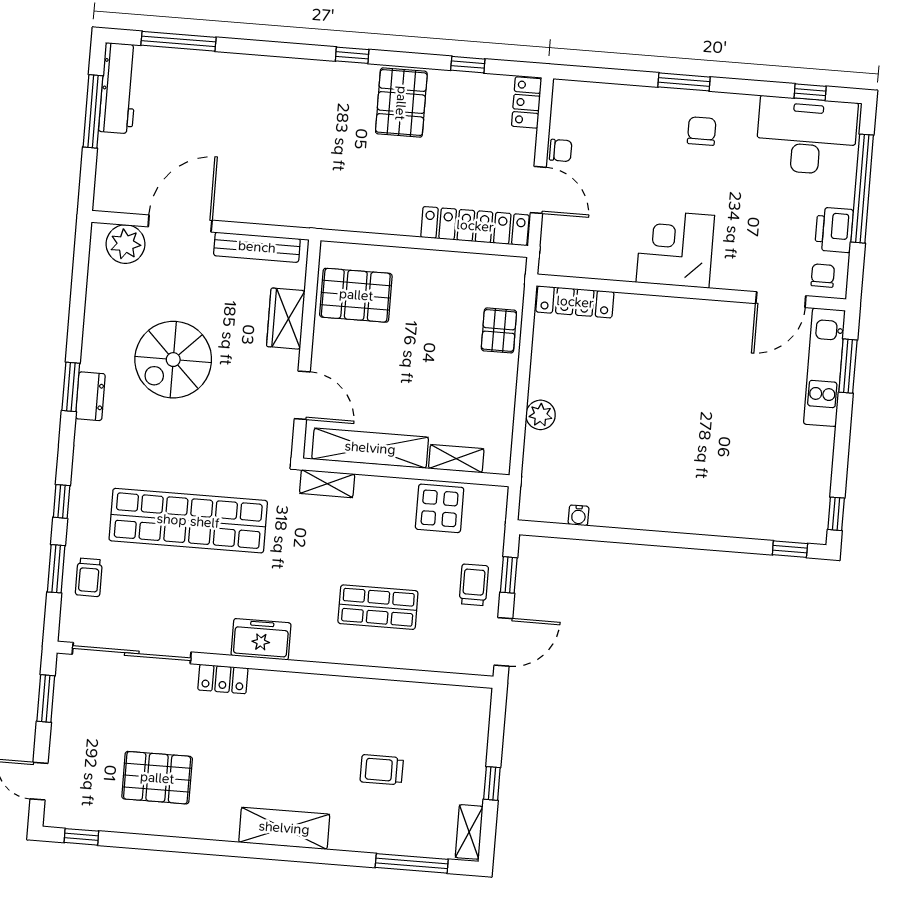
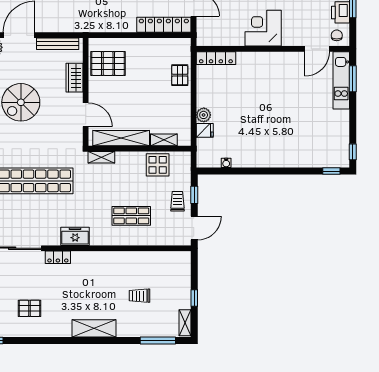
fridge: (540, 446) -> (205, 130), added
pallet: (157, 778) -> (29, 308), width x0.67, depth x0.71

